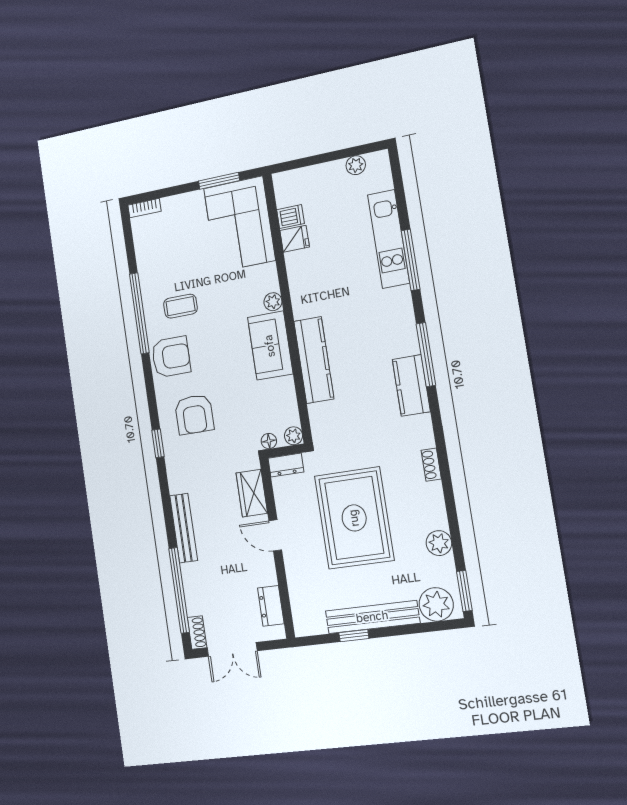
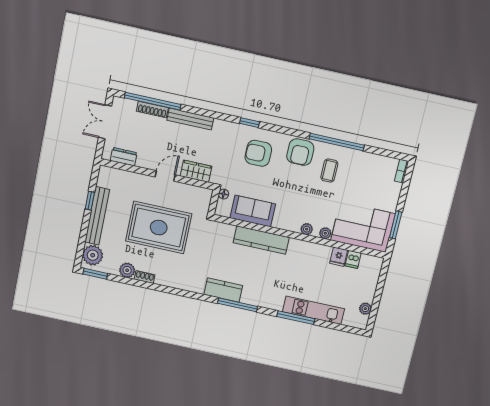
sofa: (270, 346) -> (253, 211), moved
plant: (293, 436) -> (325, 233), moved
dresser: (286, 465) -> (205, 199), removed
shoe rack: (431, 465) -> (145, 277), moved
shoe rack: (197, 633) -> (152, 109), moved, width x1.43

